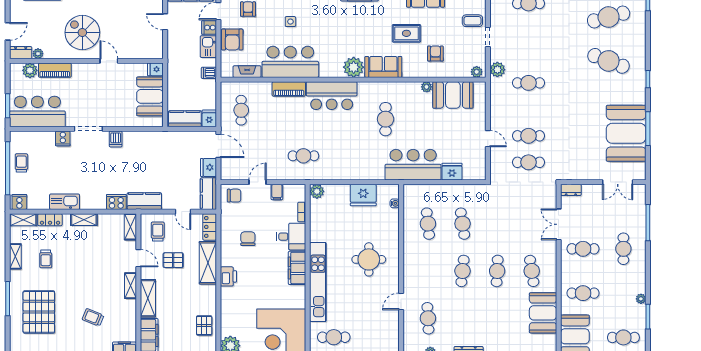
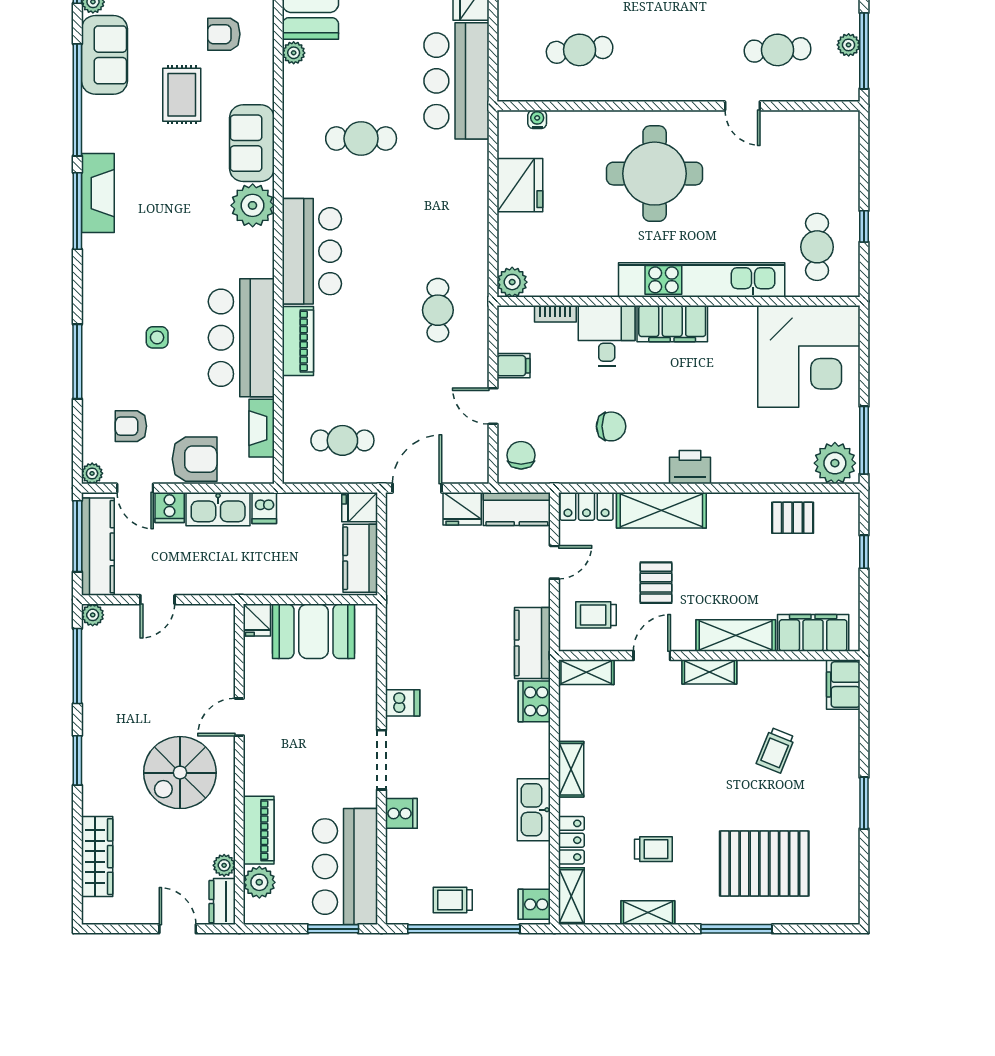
kitchen sink: (208, 47) -> (218, 509), width x1.38
chair: (248, 239) -> (611, 426), turned 180
round table: (369, 259) -> (655, 174), width x1.36, depth x1.36

